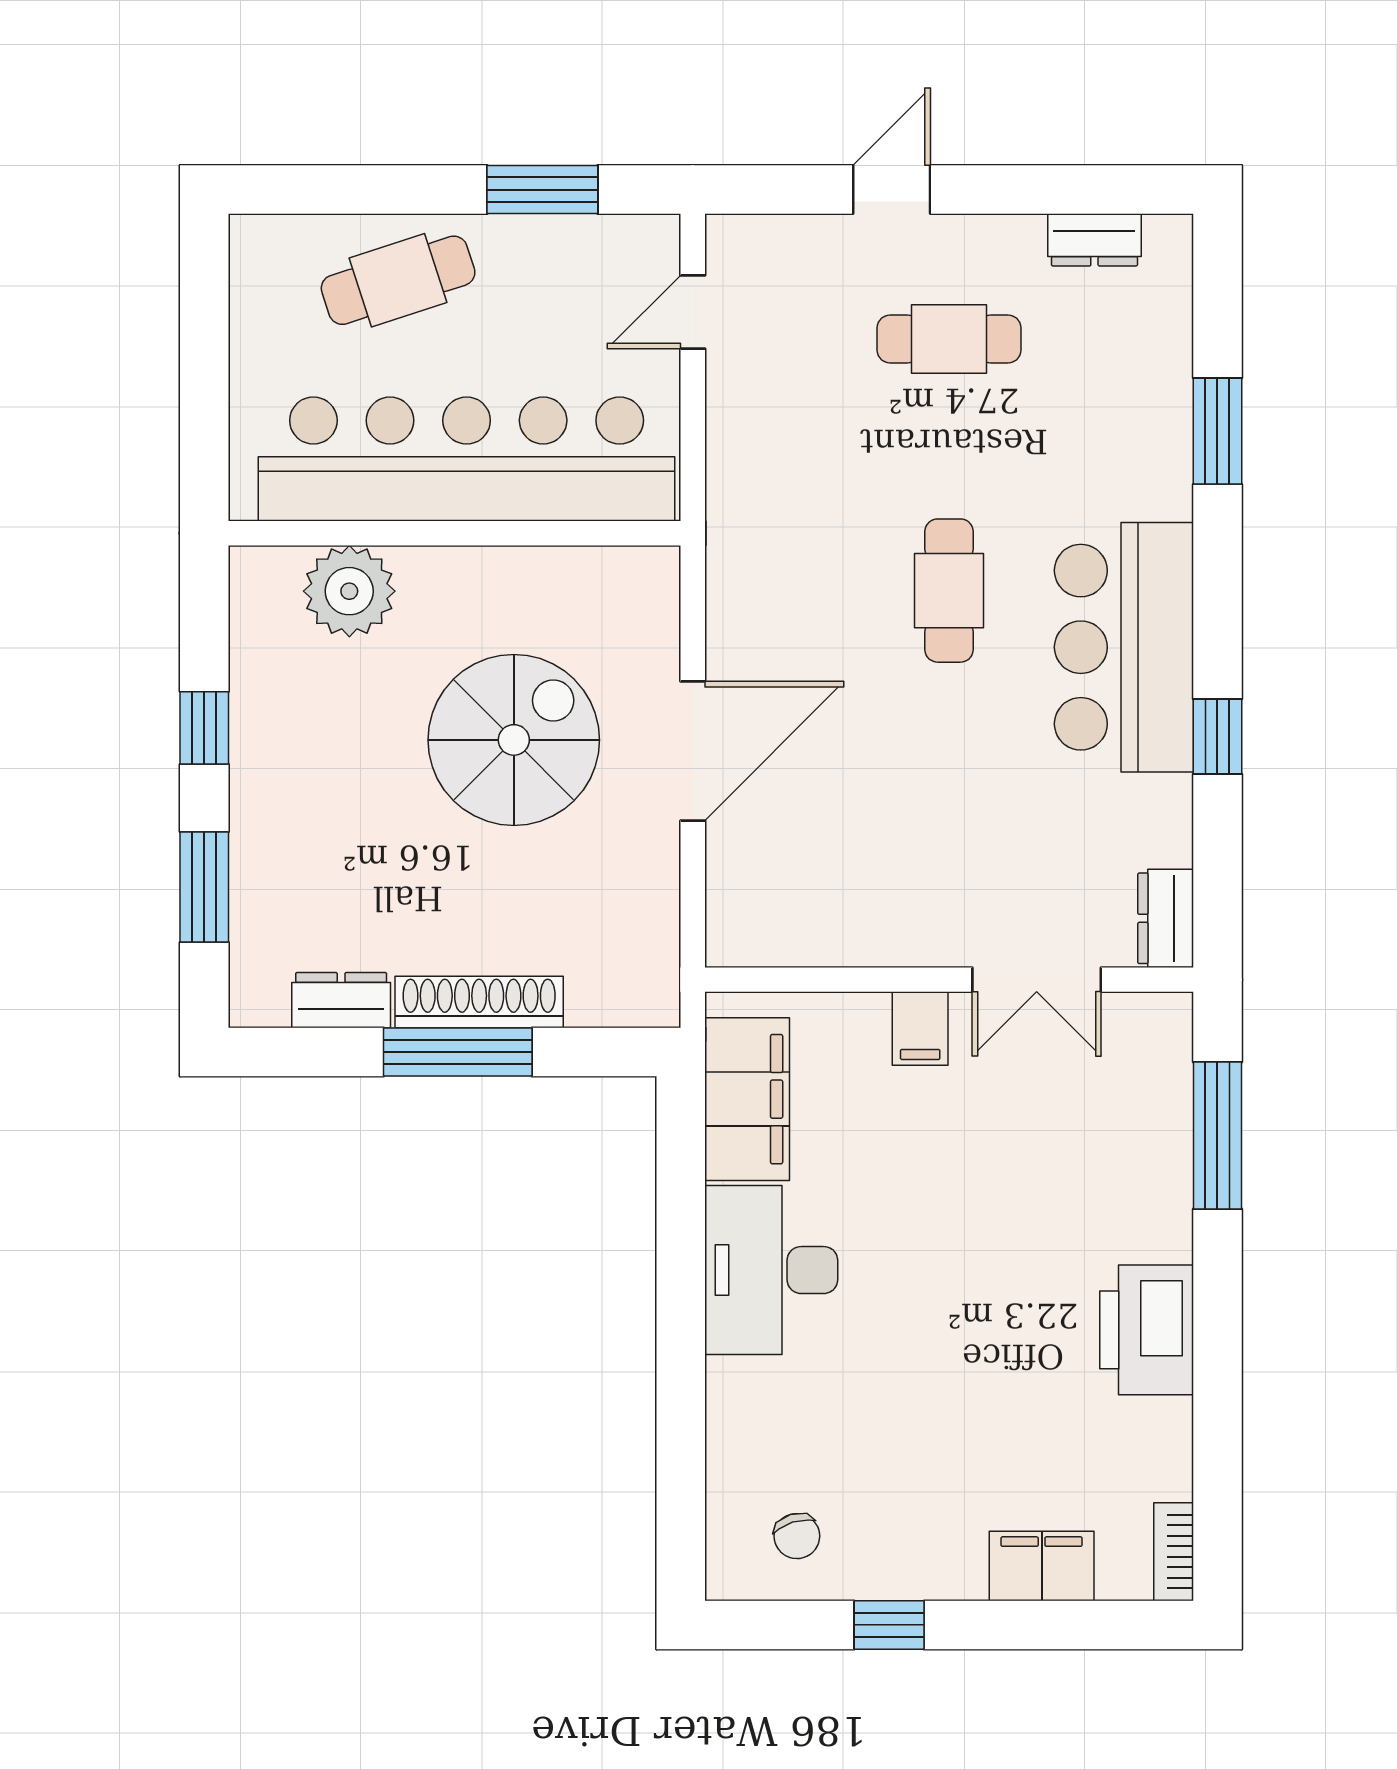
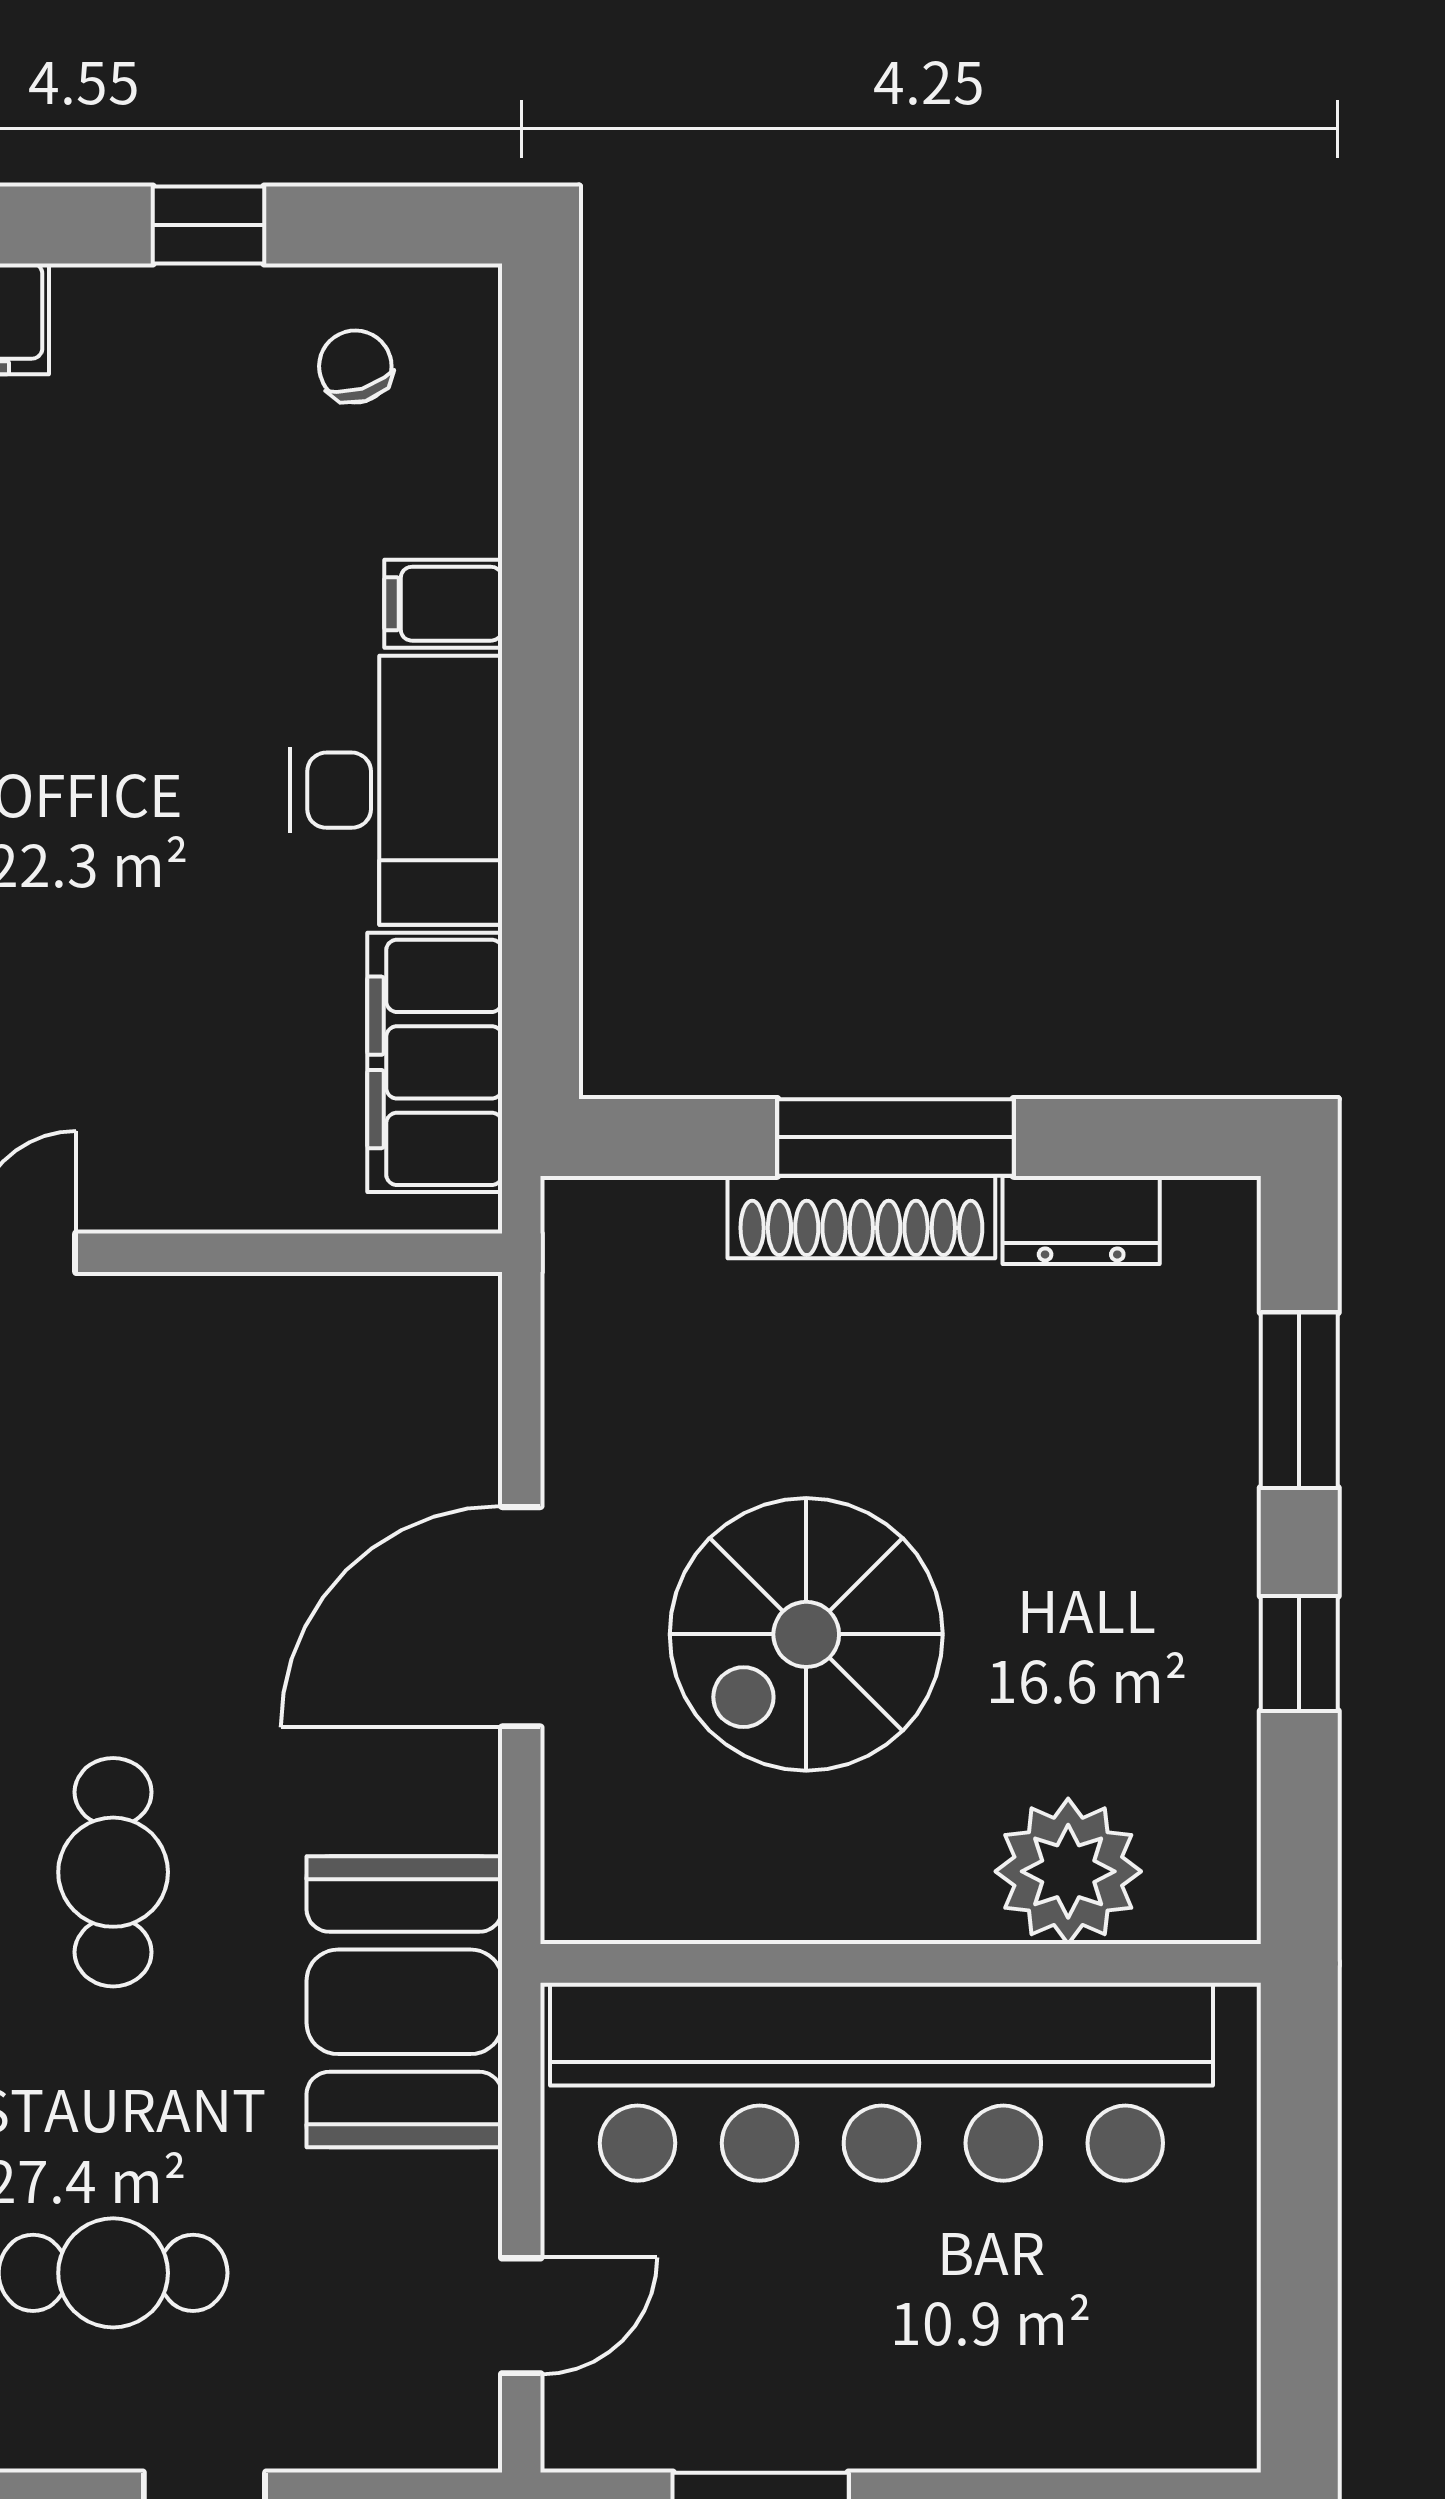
cafe table: (398, 280) -> (991, 2366), removed
booth: (766, 509) -> (404, 2002), added
filing cabinet: (920, 1029) -> (443, 604), moved, turned -90

